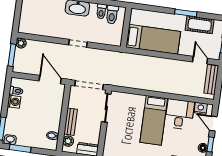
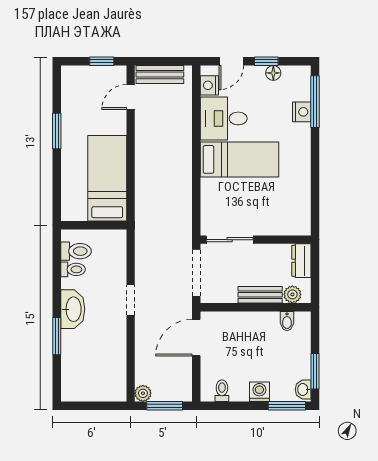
cot: (200, 25) -> (73, 106), removed
washing machine: (14, 102) -> (259, 392), moved

